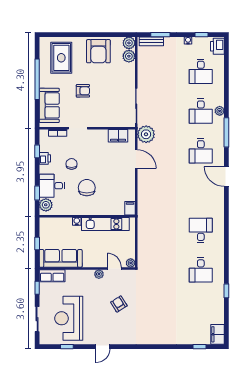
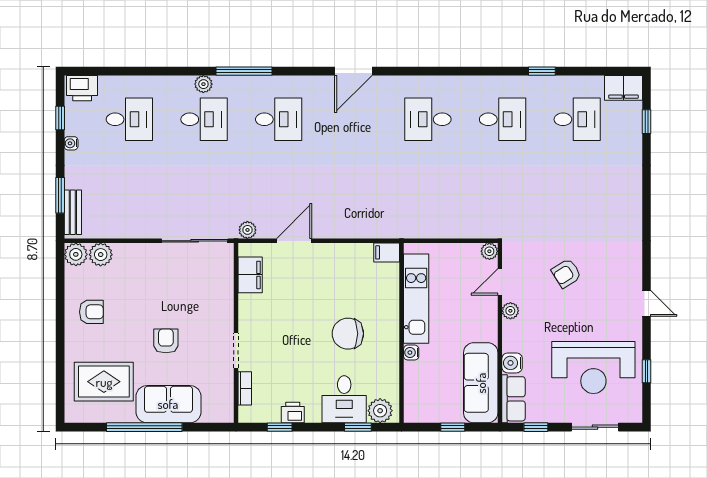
armchair: (98, 51) -> (91, 312), width x0.53, depth x0.53
sofa: (49, 105) -> (168, 404), moved
plant: (146, 134) -> (247, 230), width x0.53, depth x0.53
chair: (72, 164) -> (303, 362), removed
door: (226, 177) -> (353, 71), moved
water cooler: (71, 275) -> (512, 363), added
desk: (201, 310) -> (577, 119), added

